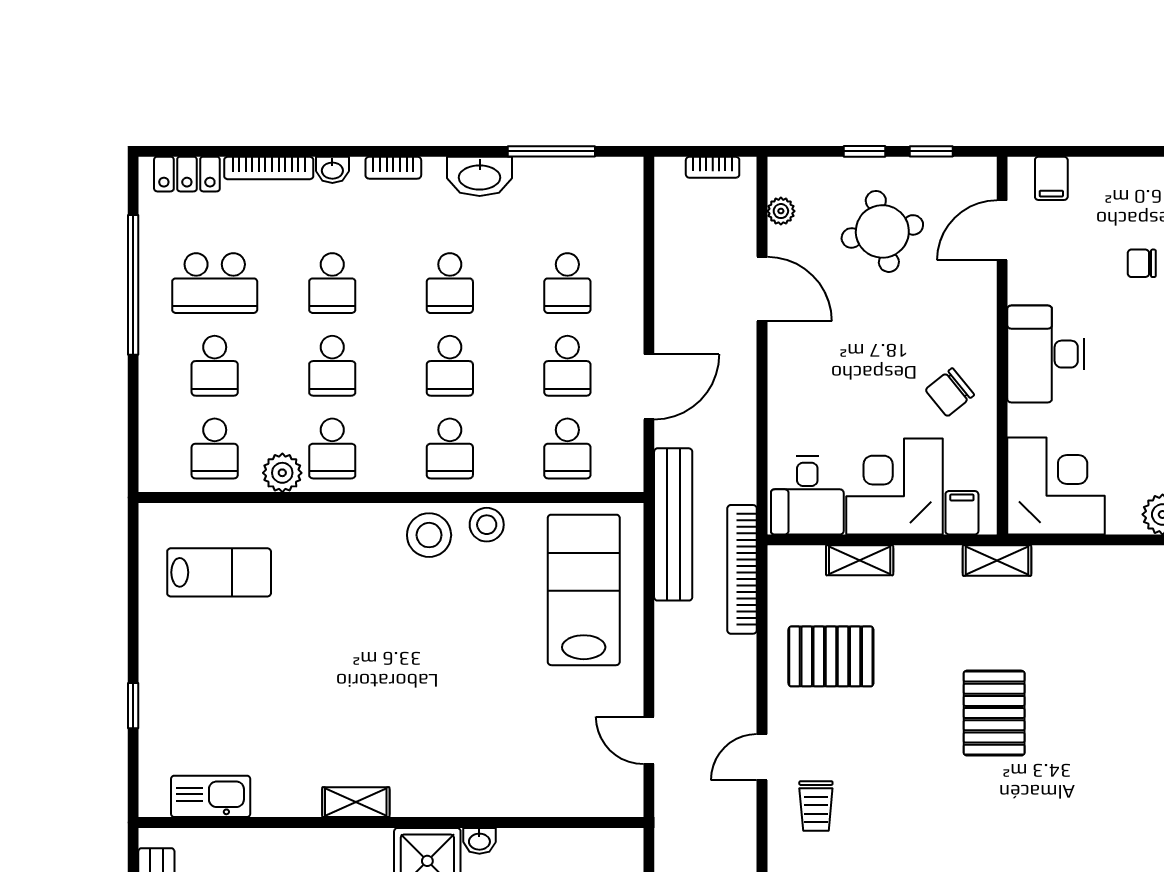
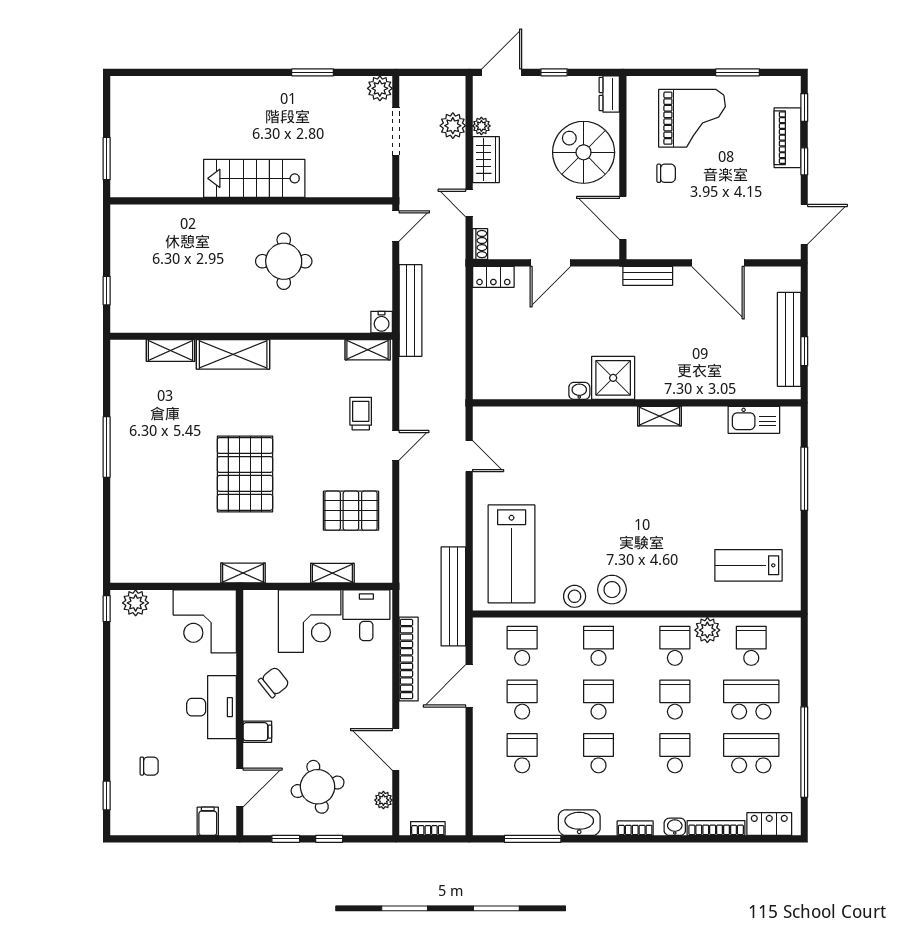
school desk: (215, 366) -> (751, 700), width x1.85
filing cabinet: (962, 513) -> (257, 732), moved, turned -90
bookcase: (742, 569) -> (409, 659), moved
window: (133, 706) -> (804, 479), width x2.17
pallet: (994, 713) -> (245, 474), width x1.37, depth x1.41

